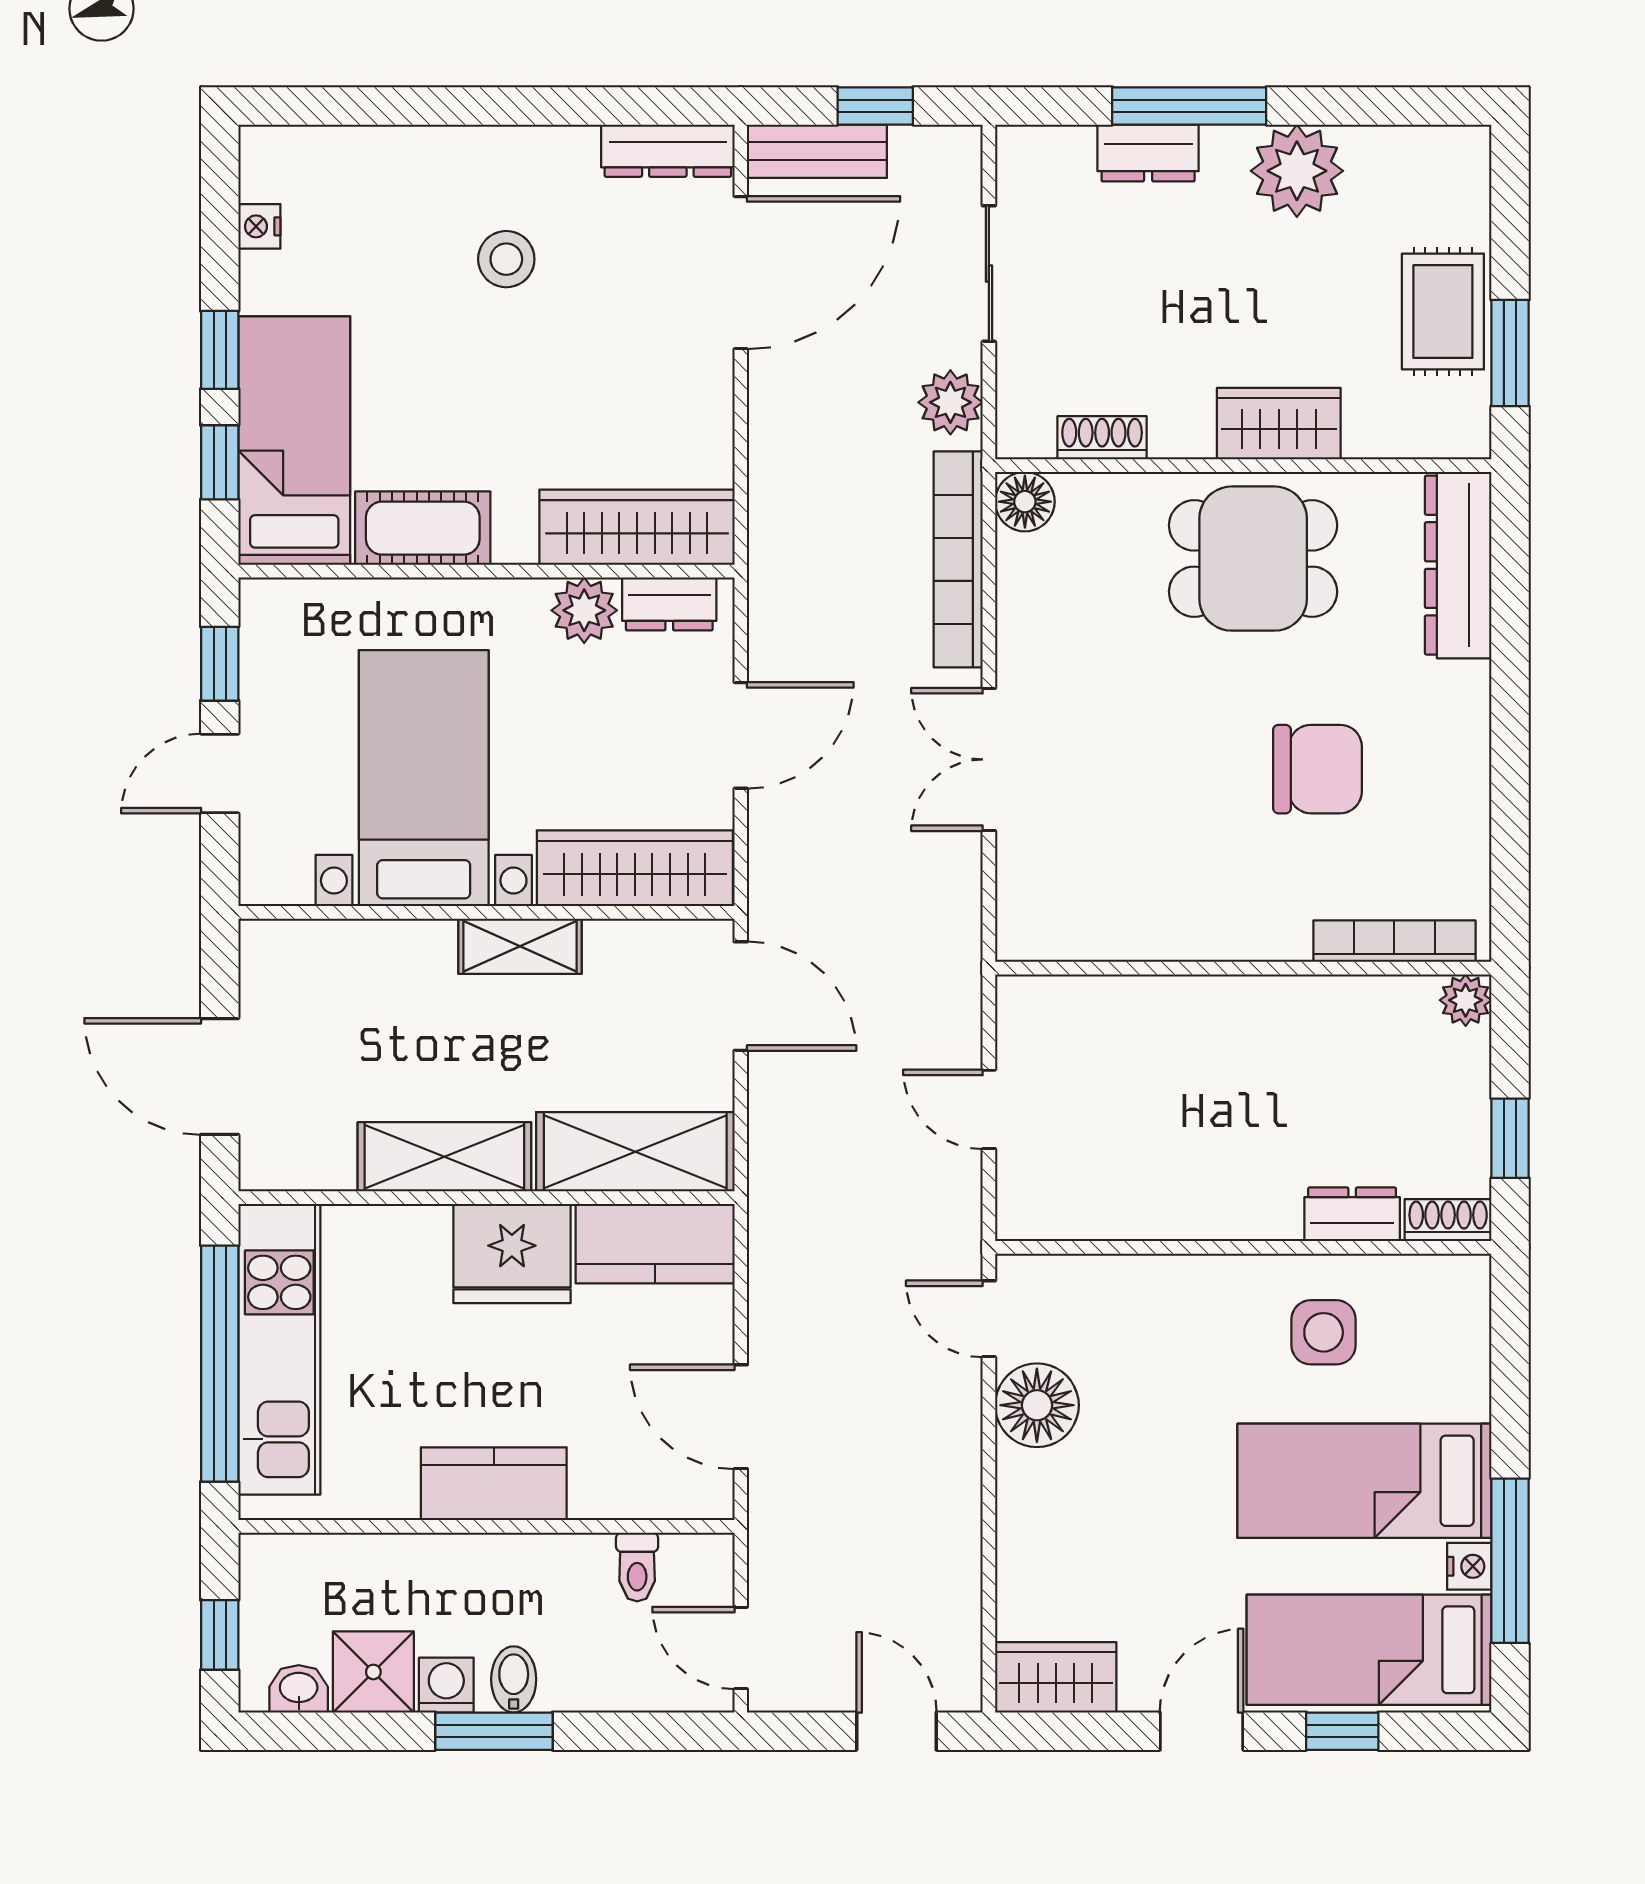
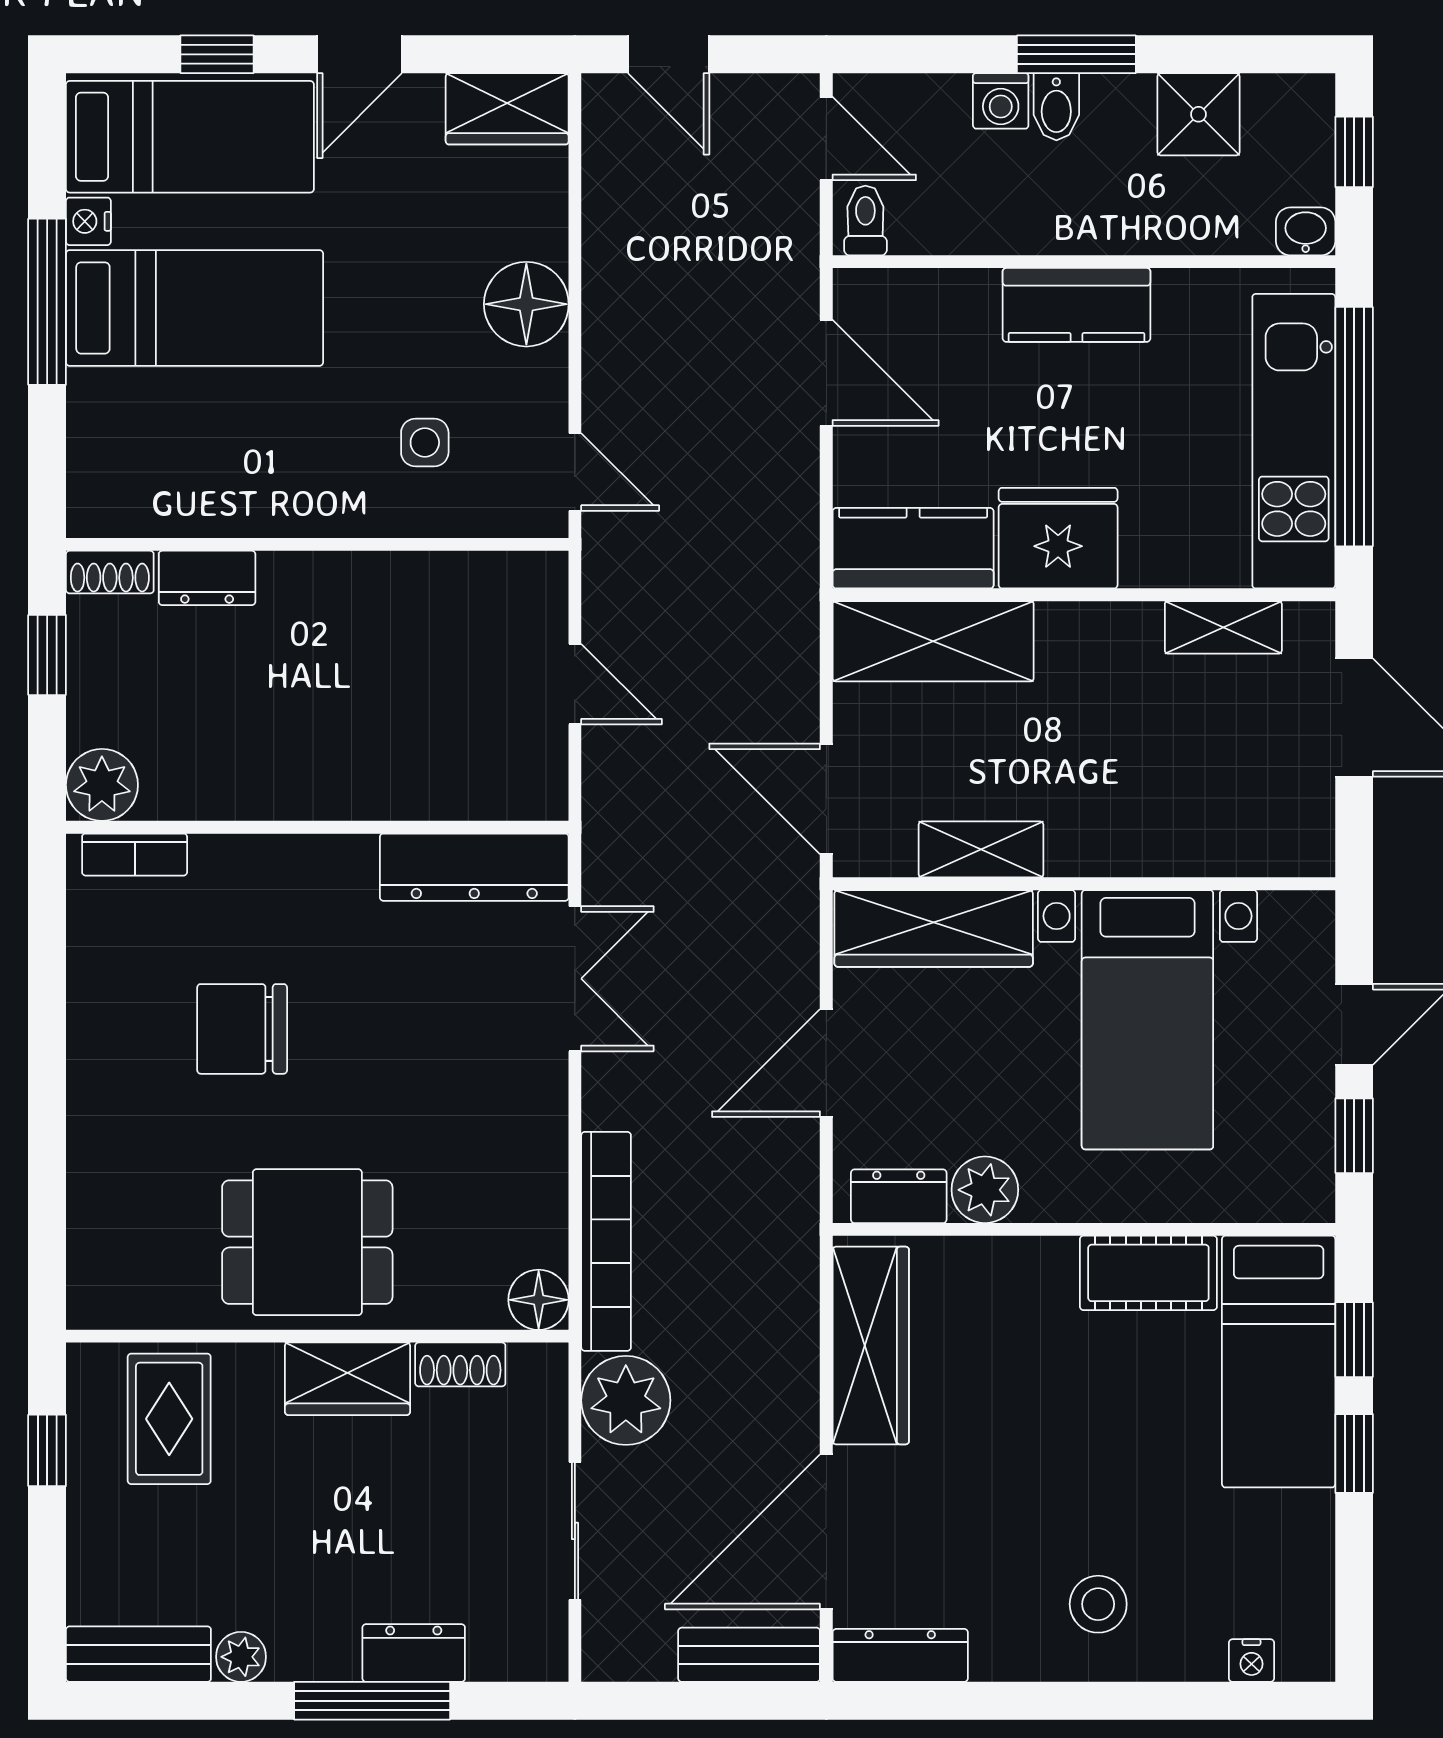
window: (875, 106) -> (690, 1701), removed
bench: (1420, 152) -> (138, 1654), added
plant: (1297, 171) -> (241, 1657), width x0.53, depth x0.53
nightstand: (259, 226) -> (1251, 1661), moved, turned 90
stool: (506, 259) -> (1098, 1604), moved
rug: (1443, 311) -> (169, 1419), moved
window: (1510, 353) -> (47, 1450), width x0.67
plant: (950, 402) -> (626, 1400), width x1.36, depth x1.36
wardrobe: (1279, 424) -> (348, 1379), moved
wardrobe: (637, 527) -> (871, 1346), moved, turned -90
dresser: (1458, 565) -> (474, 867), moved, turned 90
double door: (989, 759) -> (575, 979), moved
bookcase: (1394, 941) -> (135, 855), width x0.64
shelving: (520, 946) -> (981, 849), moved
plant: (1466, 1000) -> (102, 785), width x1.38, depth x1.38
shelving: (444, 1157) -> (1223, 627), moved, width x0.67, depth x0.75
side table: (1324, 1332) -> (425, 442), moved, width x0.73, depth x0.73
floor lamp: (1037, 1405) -> (526, 304), moved
window: (1510, 1561) -> (47, 302), moved
toilet: (637, 1567) -> (865, 221), moved
washing machine: (446, 1685) -> (1001, 101), moved
washbasin: (299, 1689) -> (1306, 231), moved, turned 180

